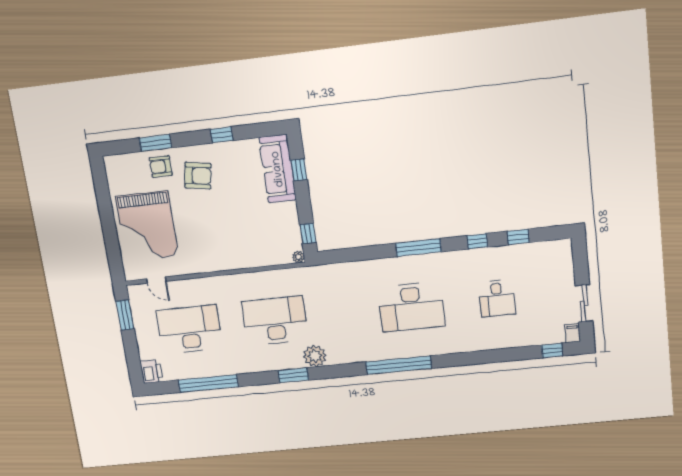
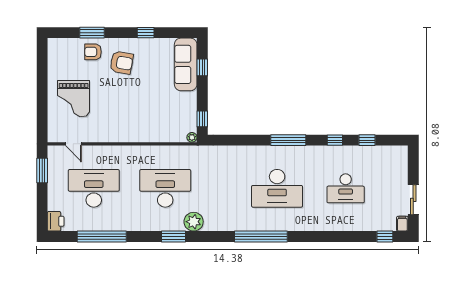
grand piano: (147, 226) -> (74, 99), width x0.73, depth x0.68
desk: (497, 298) -> (346, 188), width x1.37

